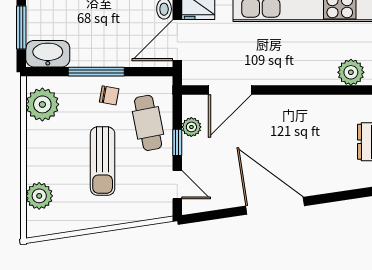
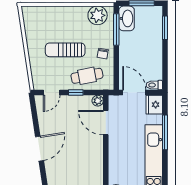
window: (96, 72) -> (116, 29), moved
plant: (191, 127) -> (98, 101), moved
plant: (39, 196) -> (45, 14), removed
door: (275, 206) -> (39, 149), width x0.73

